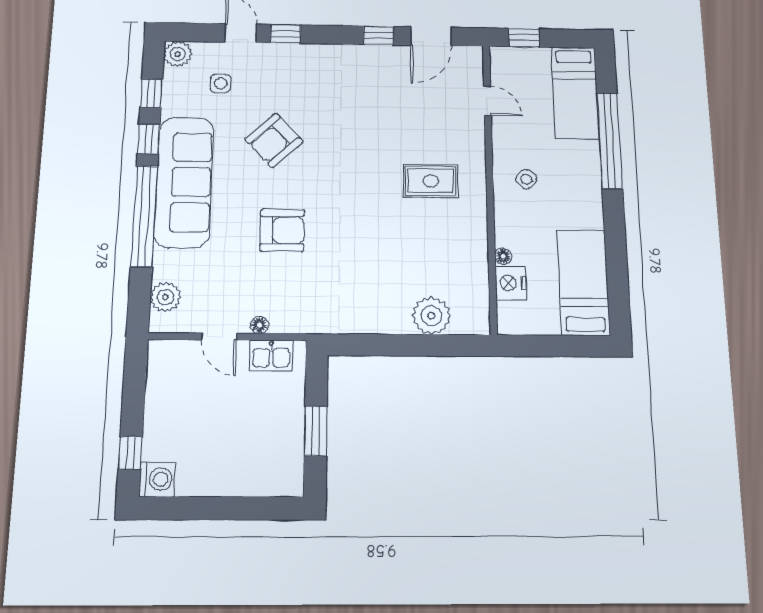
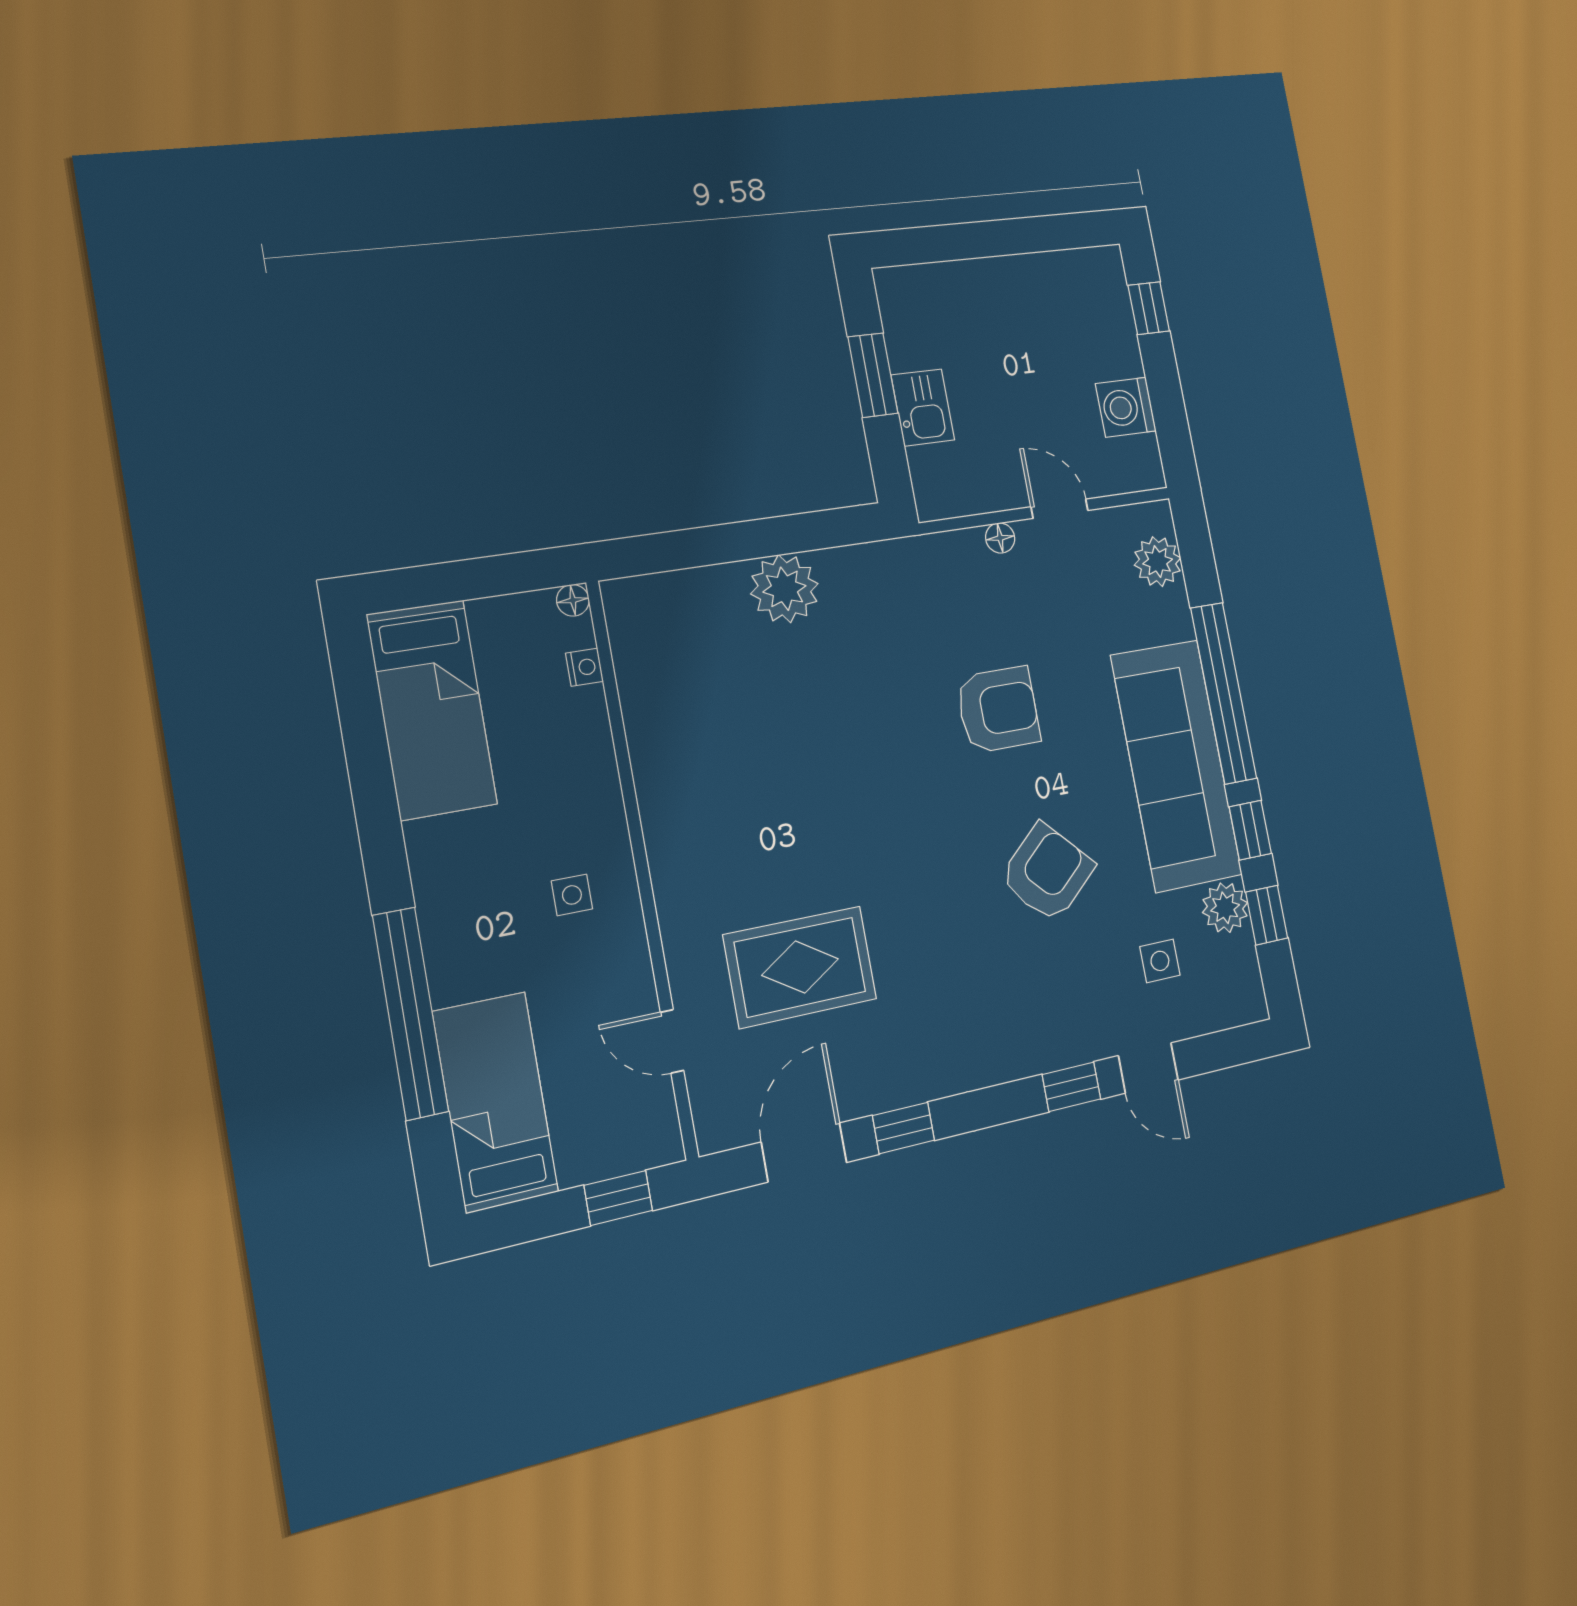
plant: (178, 54) -> (1225, 908), moved
side table: (526, 179) -> (572, 895), turned 45
rug: (431, 181) -> (800, 967), moved, width x1.36, depth x1.43
armchair: (282, 230) -> (998, 710), turned 180
floor lamp: (503, 256) -> (573, 600), moved
nightstand: (511, 283) -> (584, 667), width x0.53, depth x0.56
plant: (432, 316) -> (784, 589), moved
kitchen sink: (271, 356) -> (923, 408), moved, turned 90
washing machine: (157, 479) -> (1126, 407), moved

